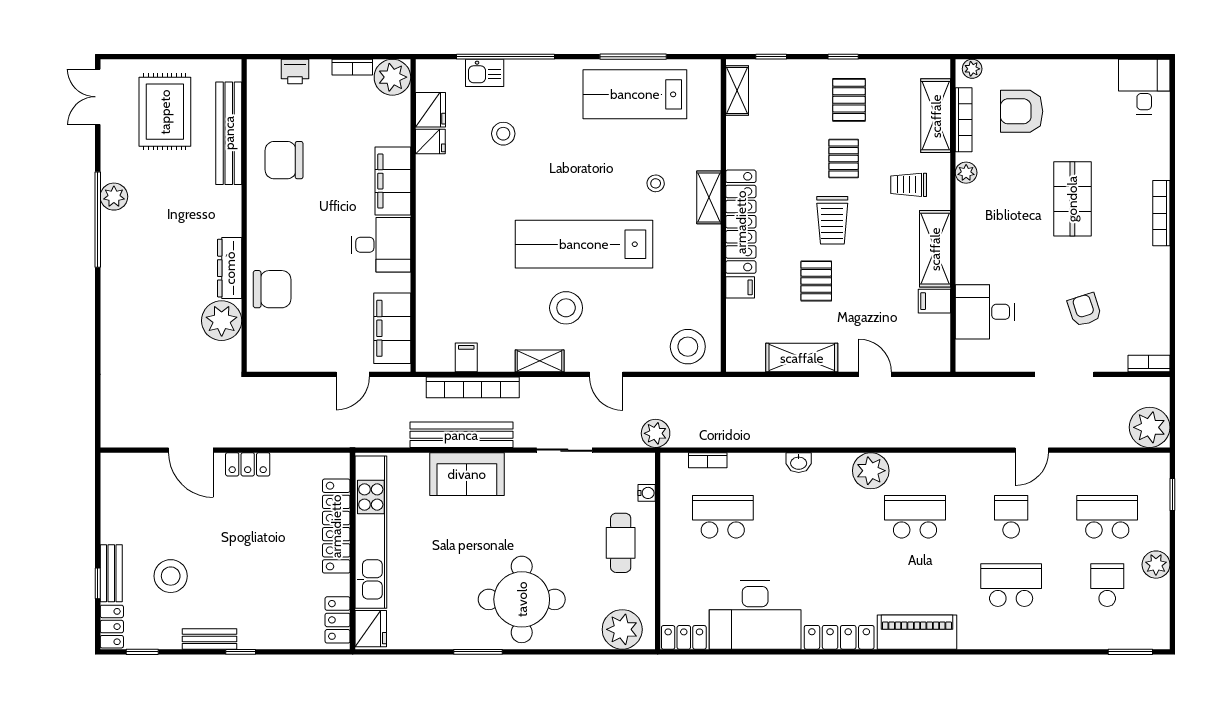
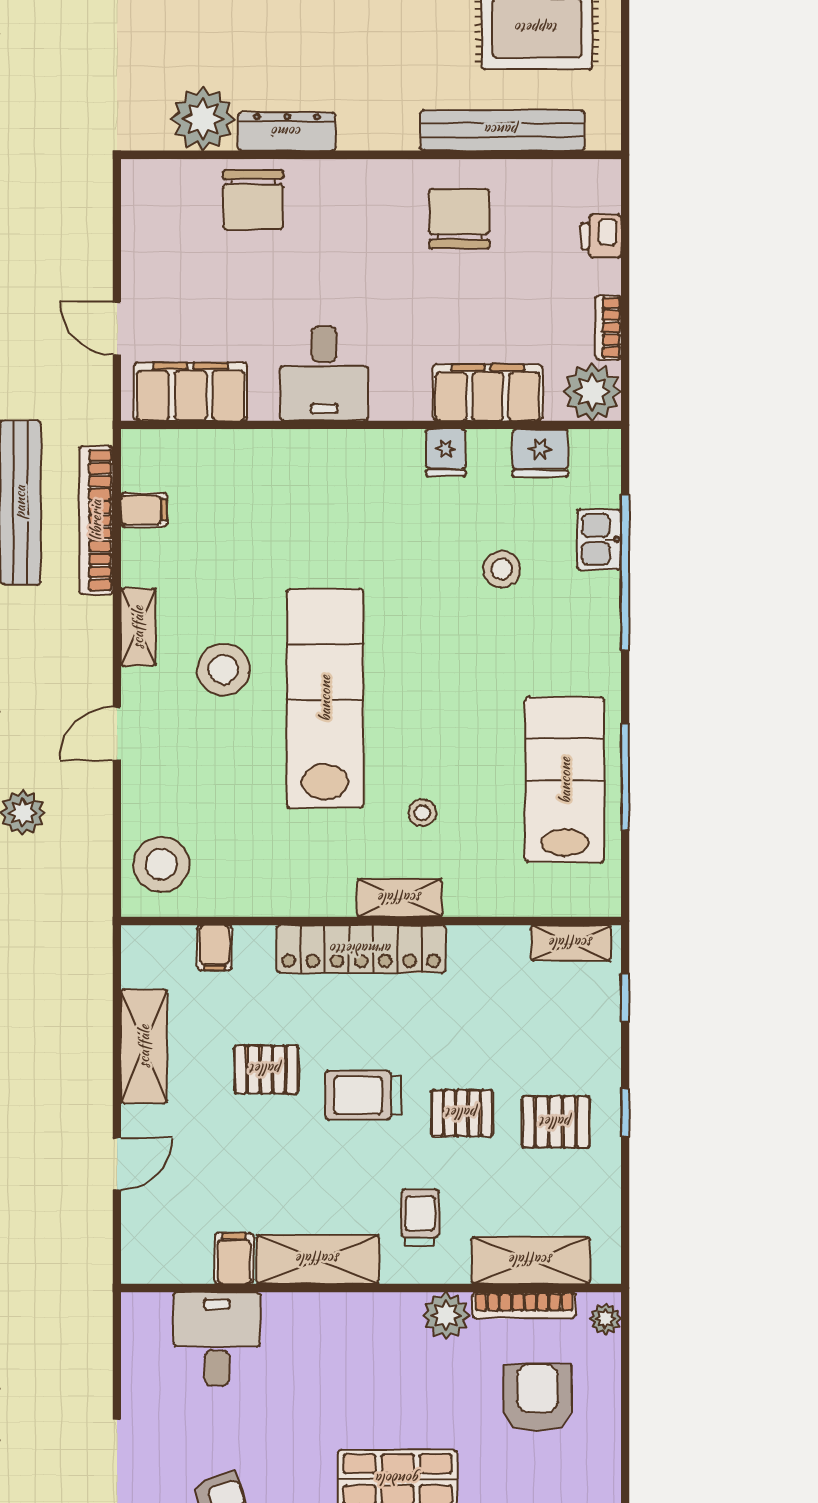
fridge: (430, 141) -> (446, 453), moved
plant: (966, 173) -> (446, 1316), width x1.38, depth x1.38
filing cabinet: (393, 181) -> (488, 393), moved
filing cabinet: (740, 287) -> (215, 948), moved

